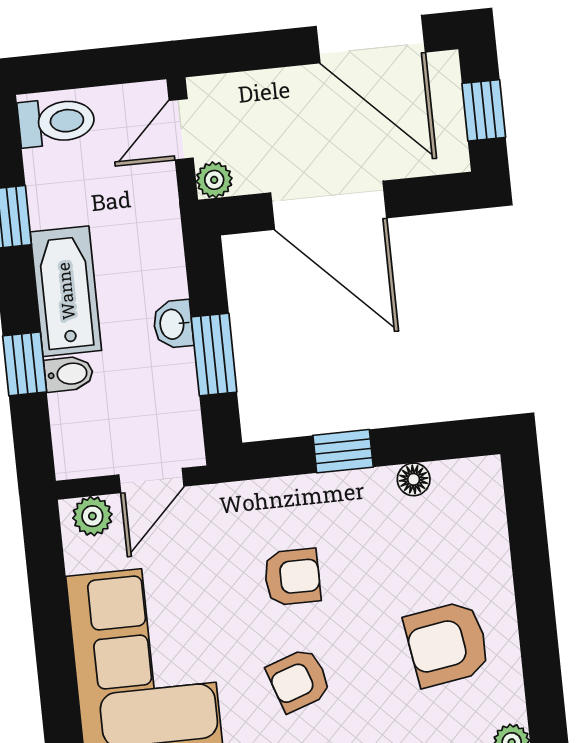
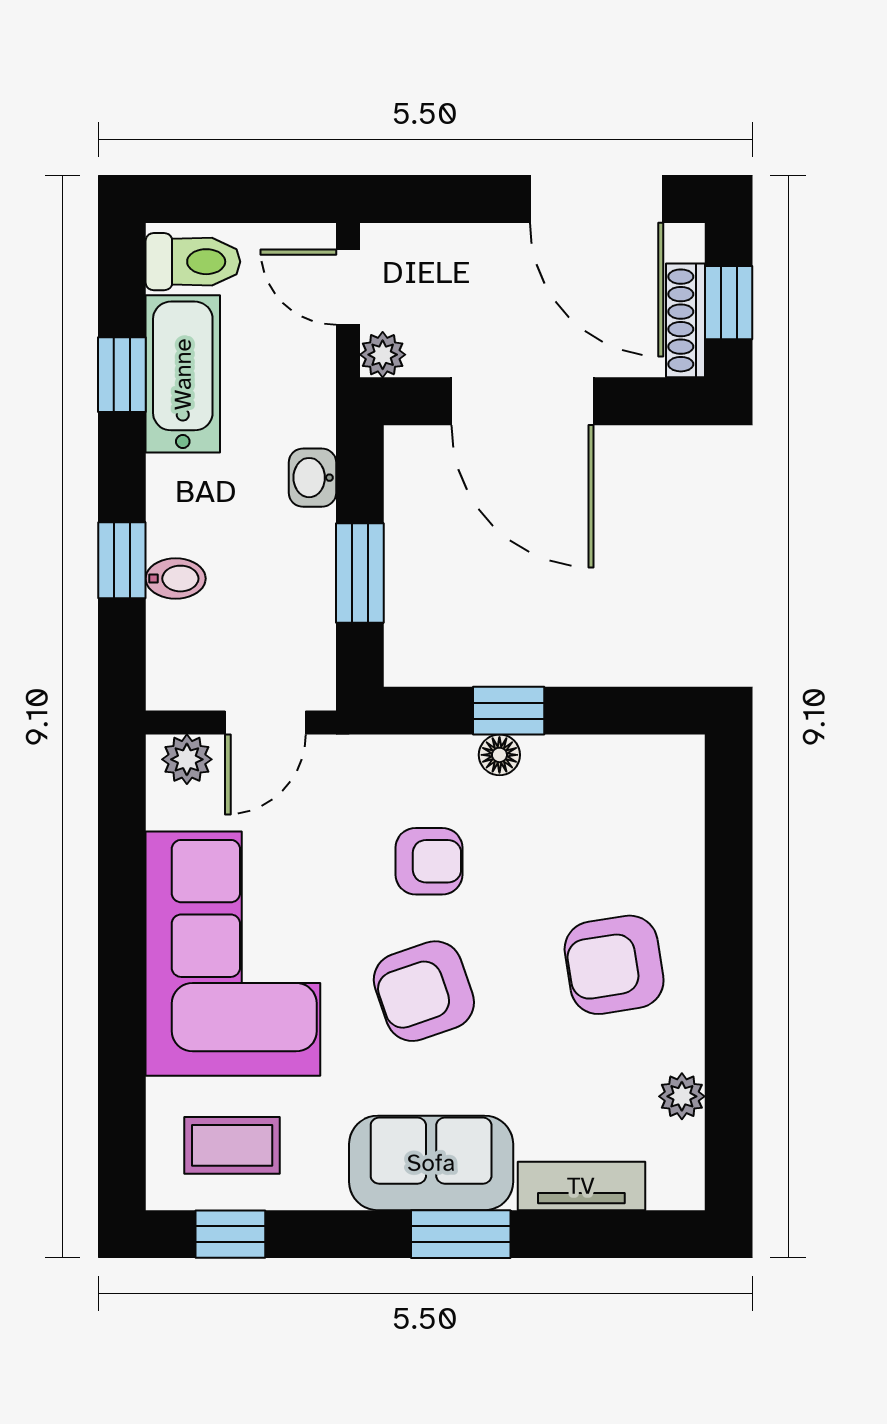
shoe rack: (451, 128) -> (685, 320), added
door: (181, 129) -> (348, 287), hinge flipped
bathtub: (66, 291) -> (183, 374), moved
washbasin: (173, 324) -> (312, 478), moved
floor lamp: (414, 479) -> (499, 755), moved
armchair: (299, 680) -> (424, 991), width x1.38, depth x1.38

